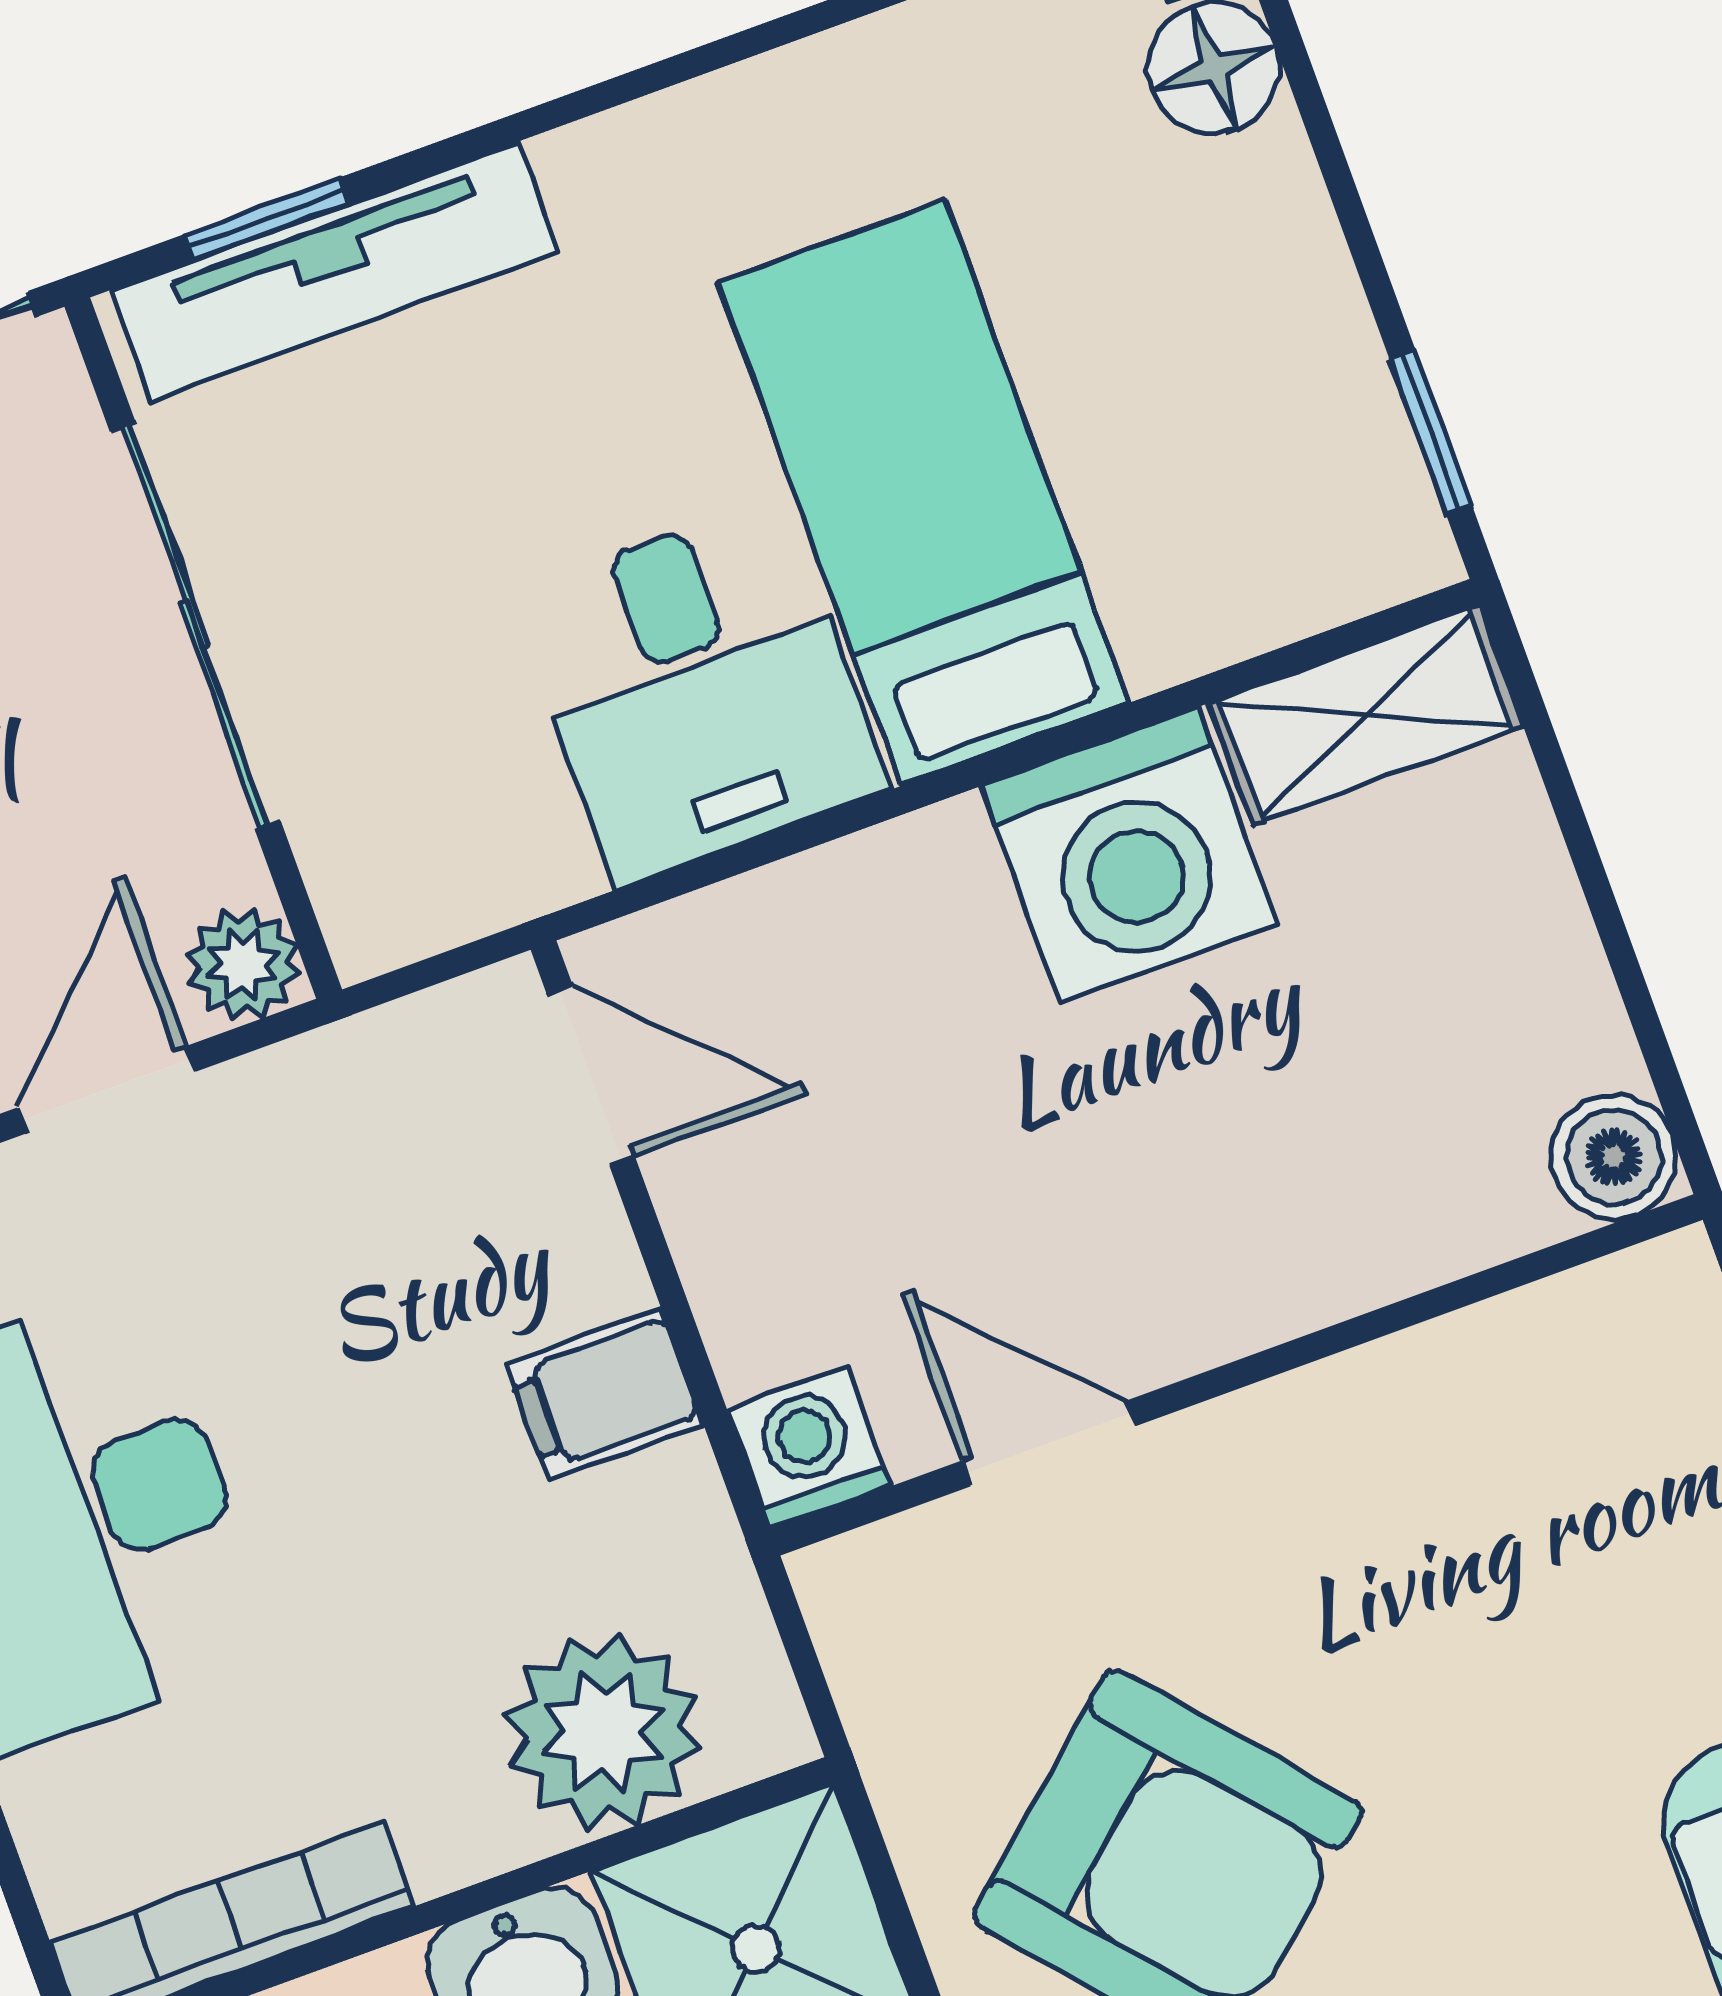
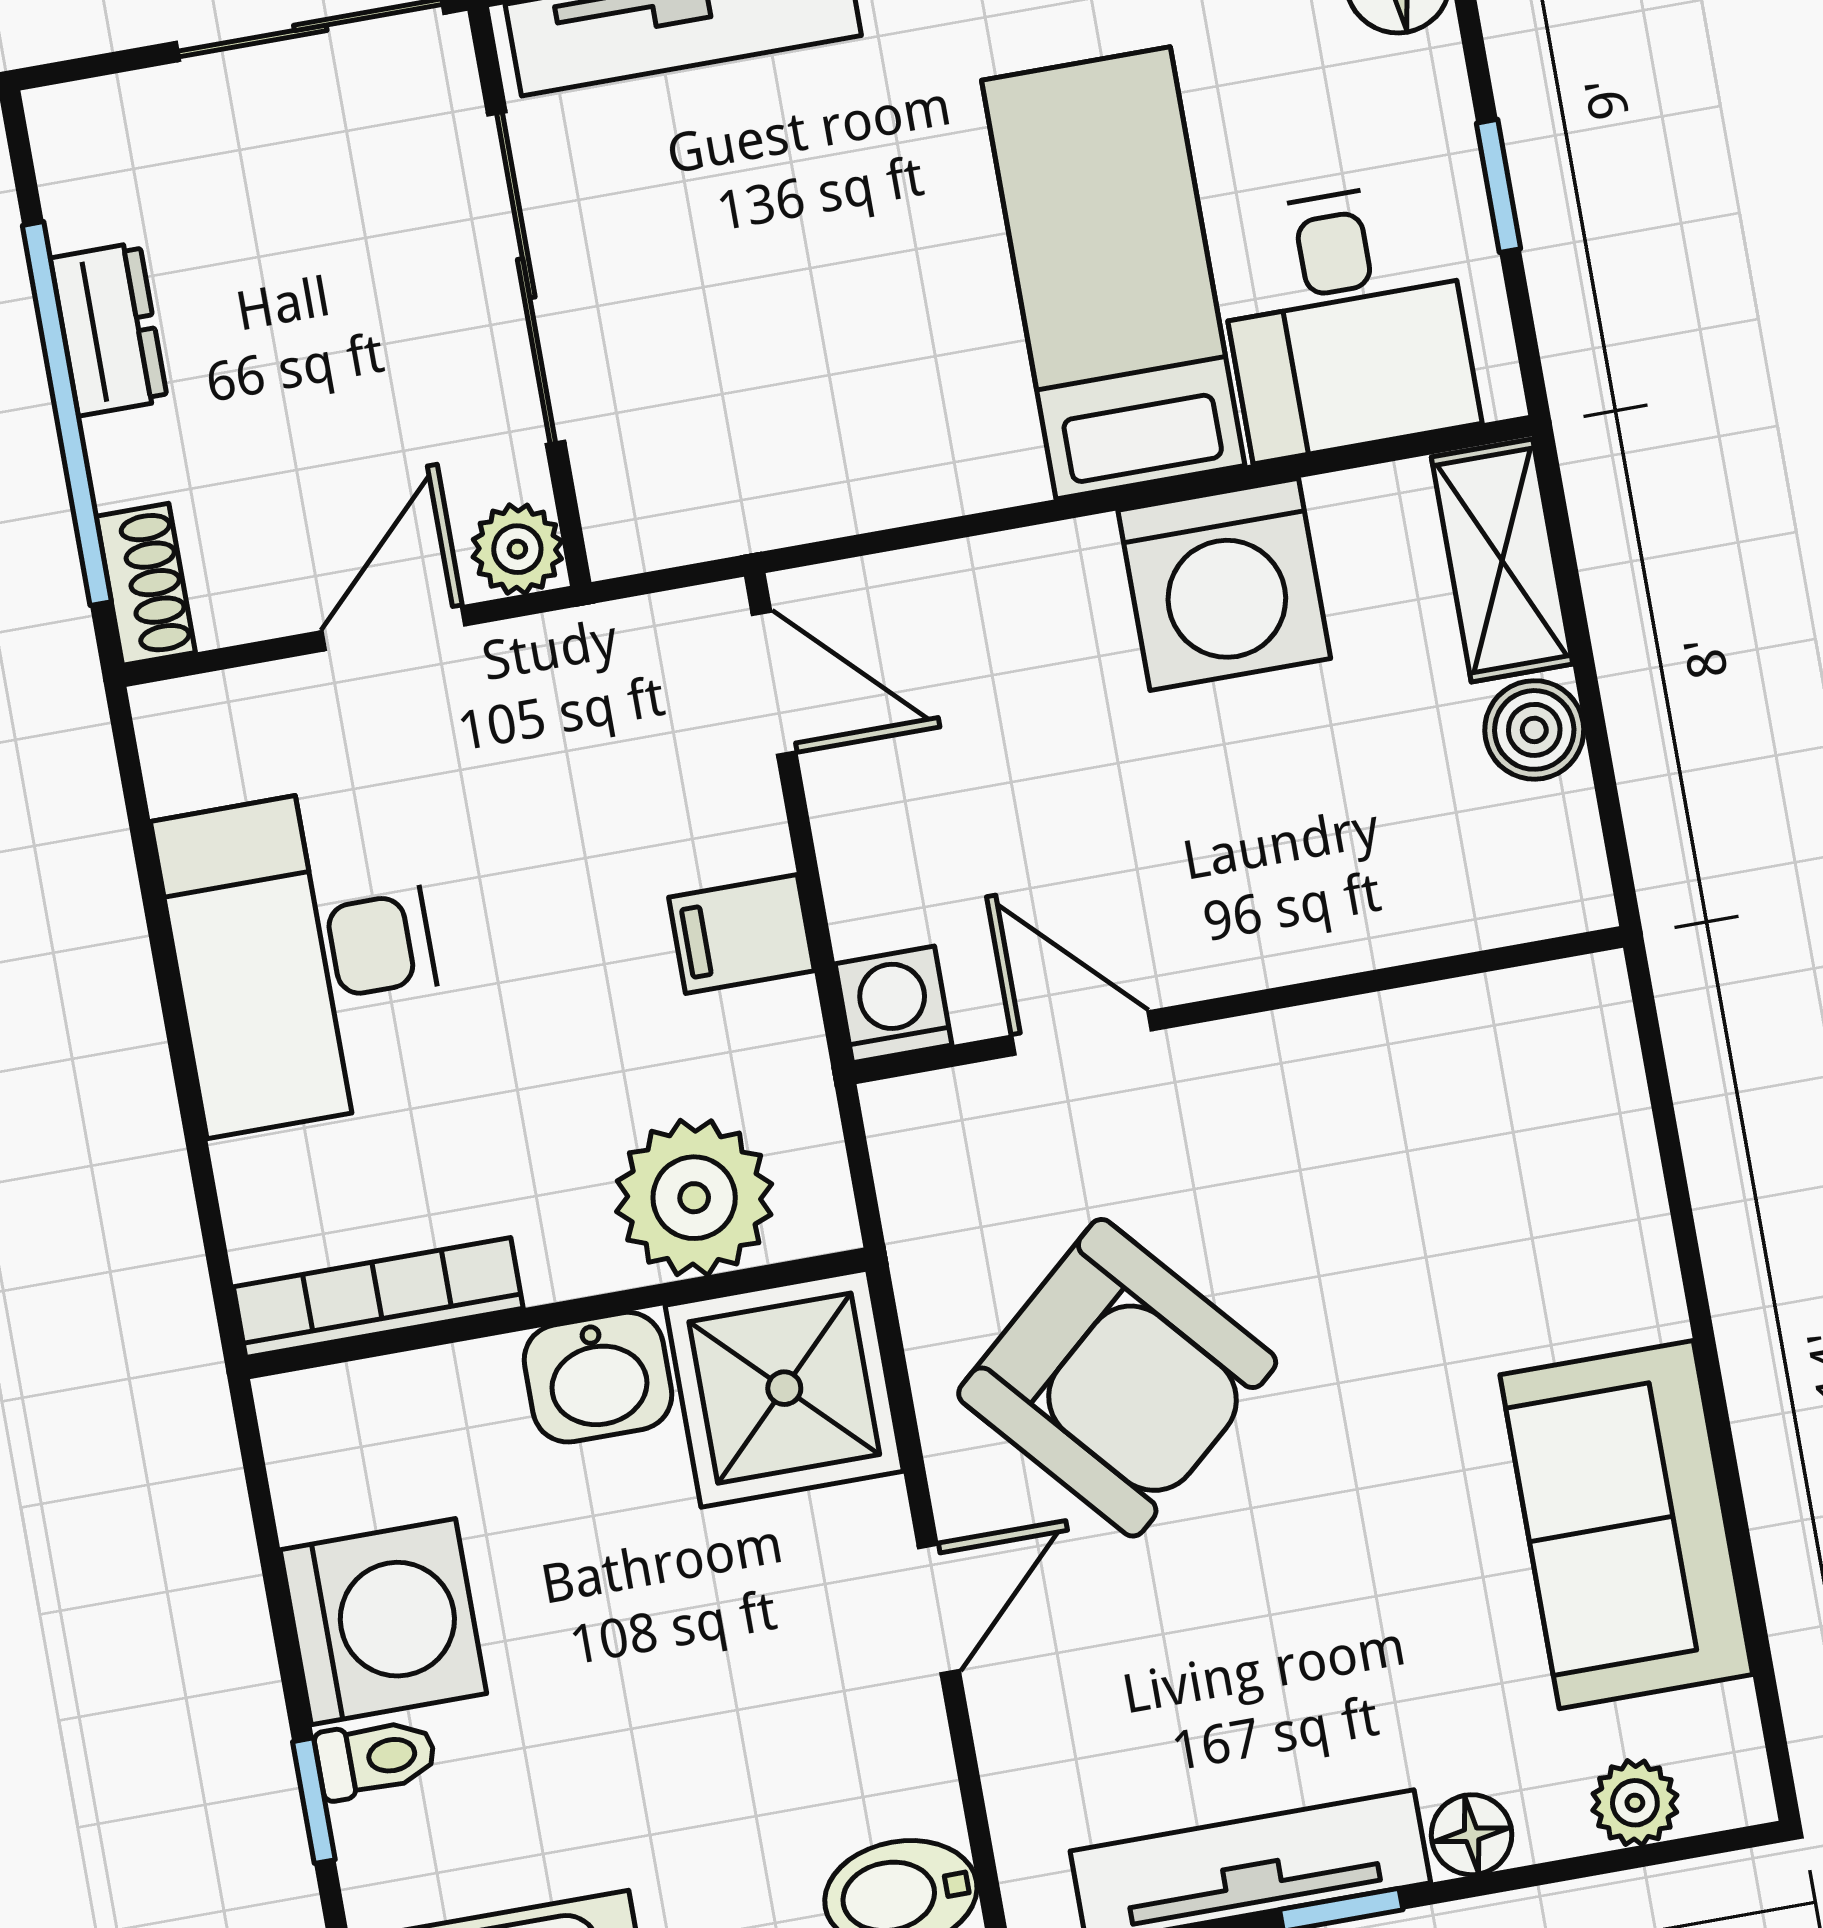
window: (1431, 433) -> (1499, 186), moved
desk: (699, 691) -> (1346, 320), moved
shelving: (1366, 715) -> (1502, 561), moved, turned 90
boiler: (1614, 1157) -> (1534, 730), moved

